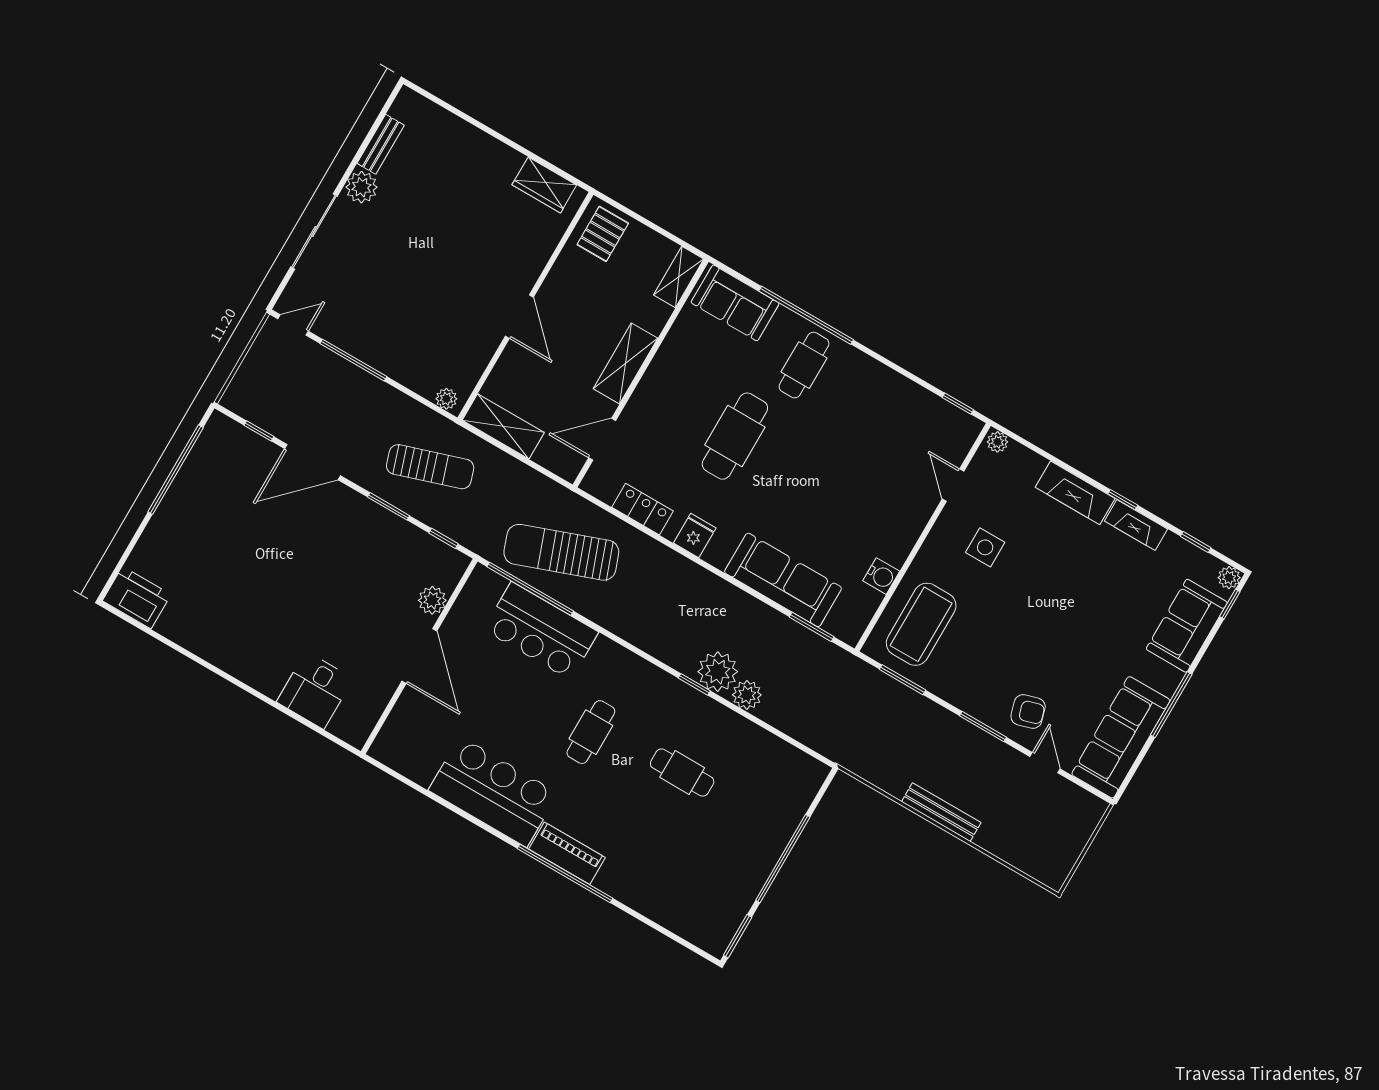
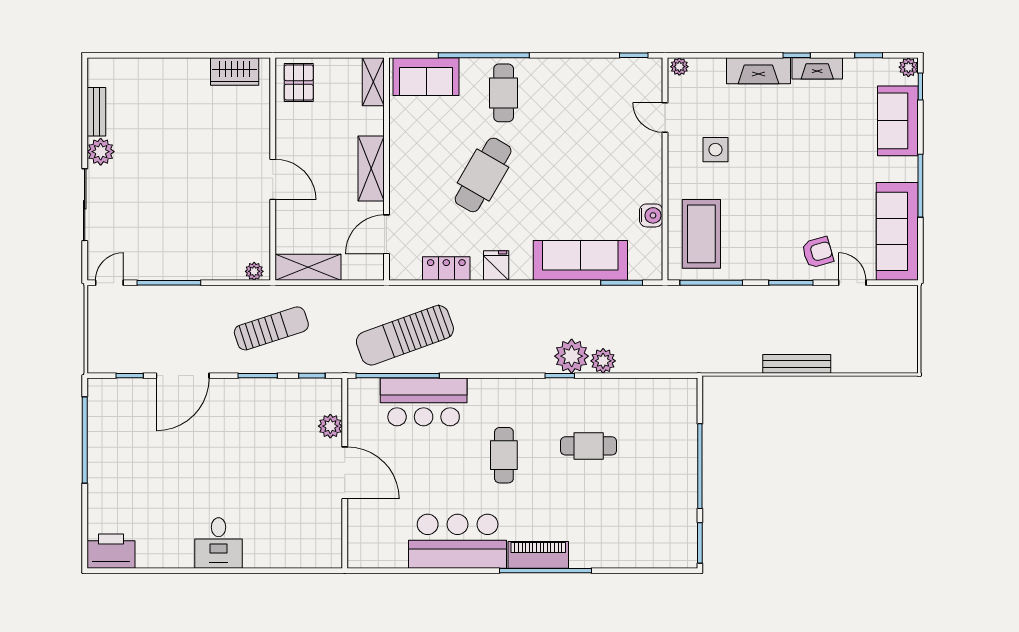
cafe table: (735, 436) -> (483, 175), turned 30
window: (902, 680) -> (711, 283), width x1.44
desk: (315, 690) -> (218, 543), moved

